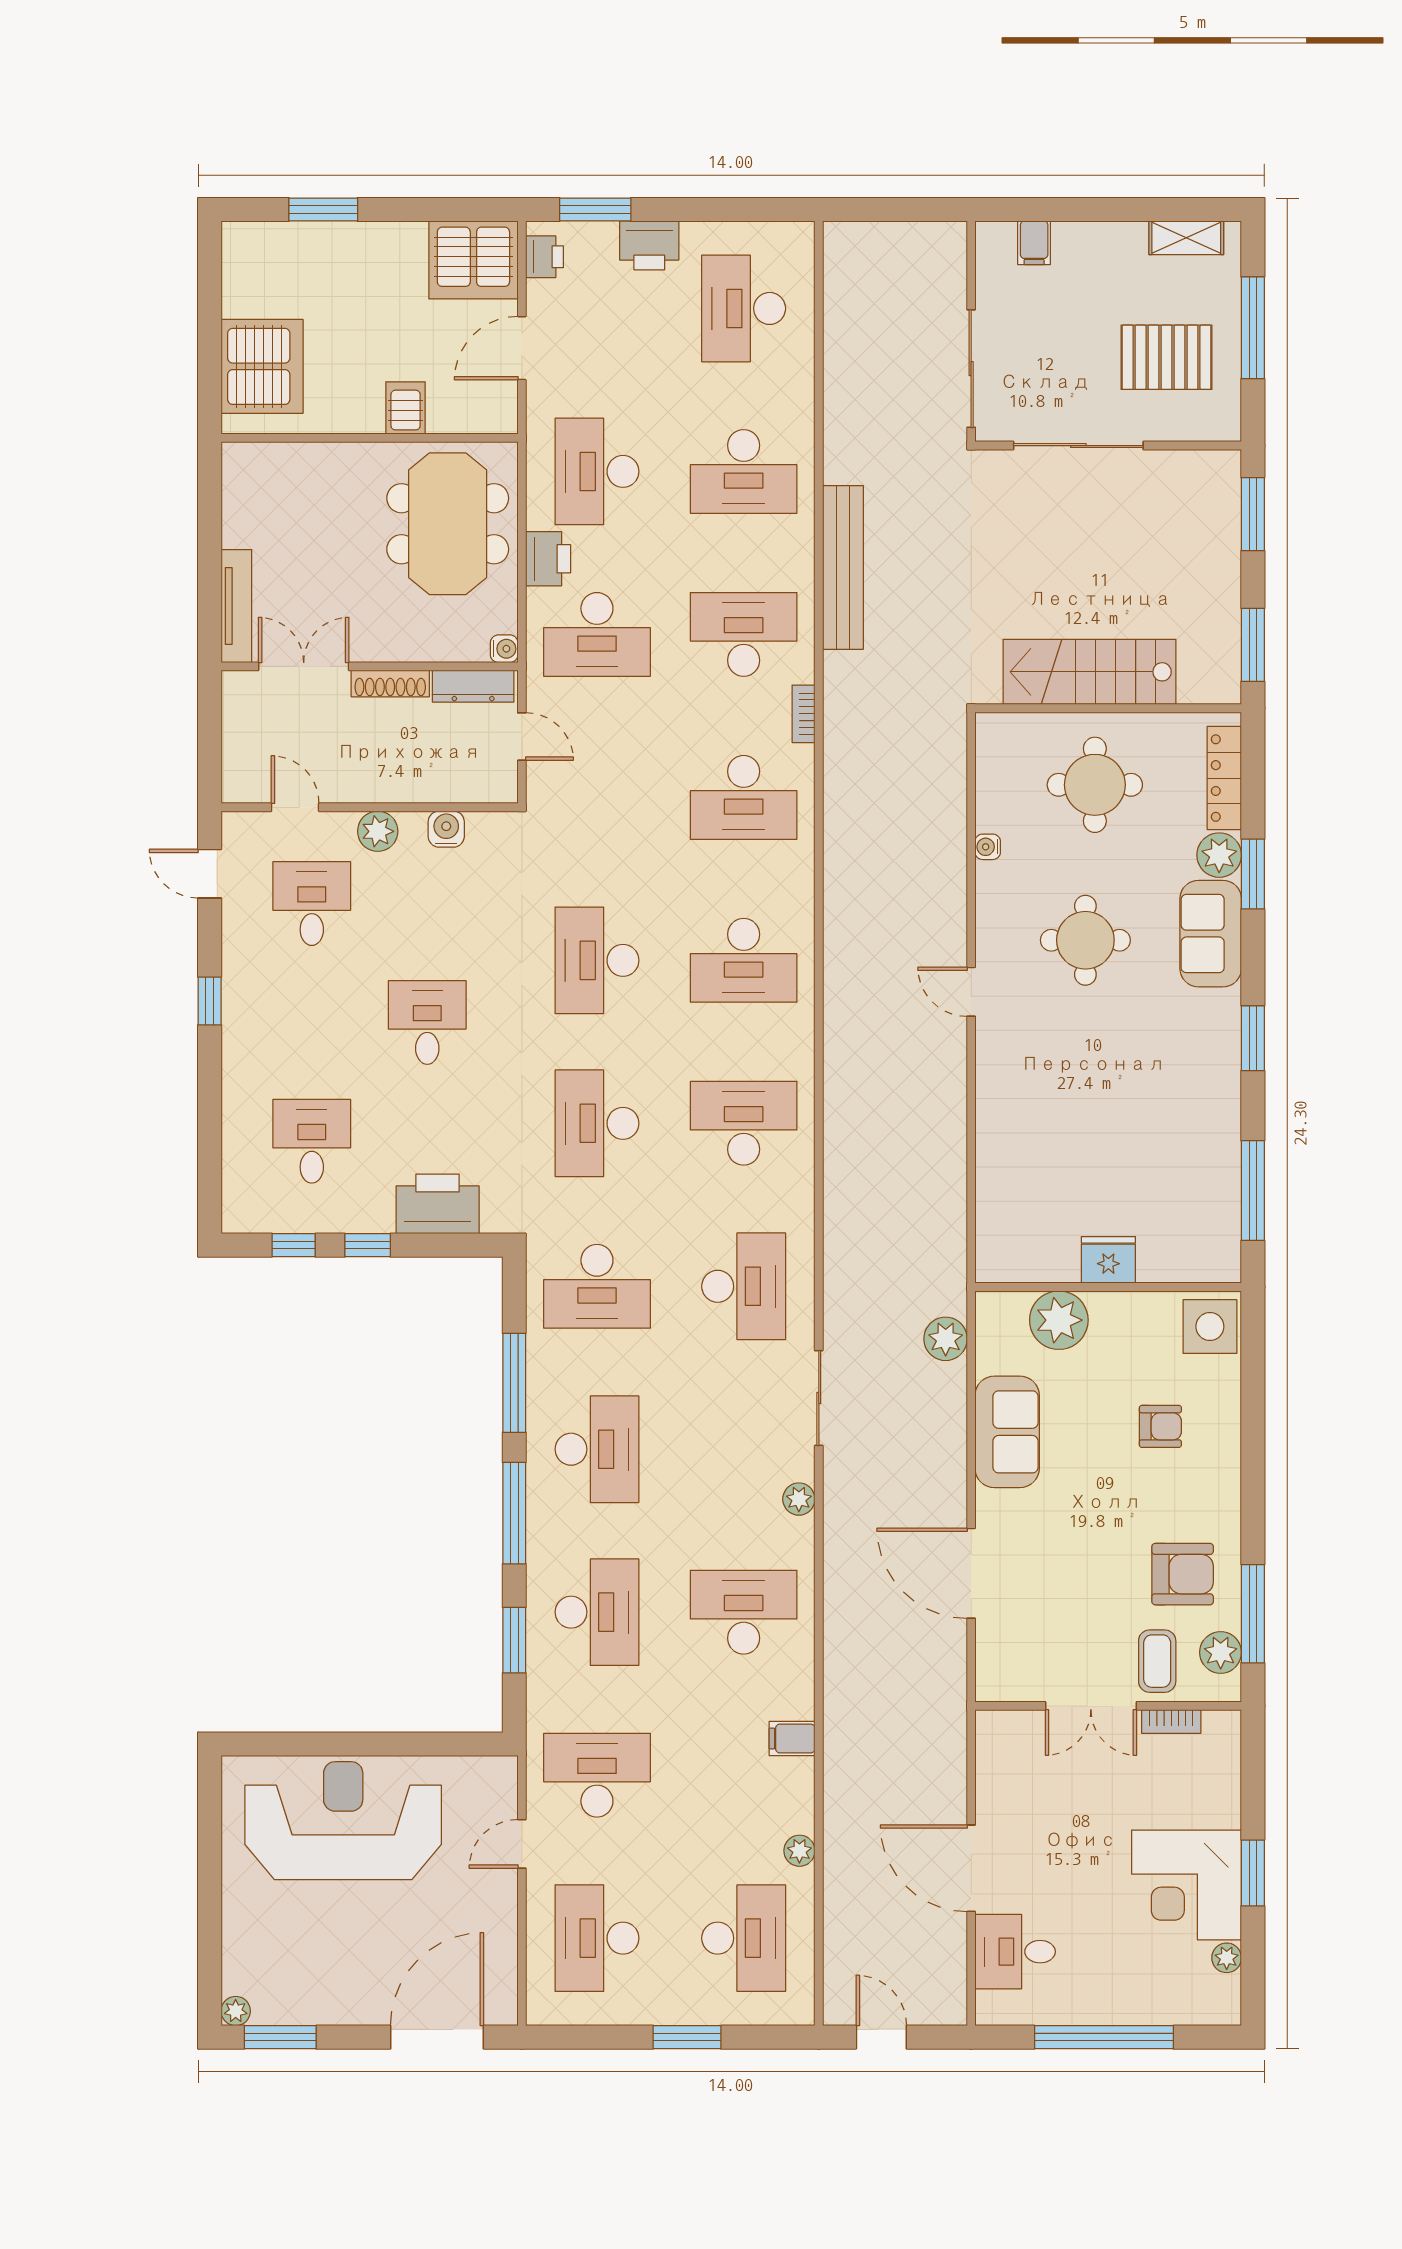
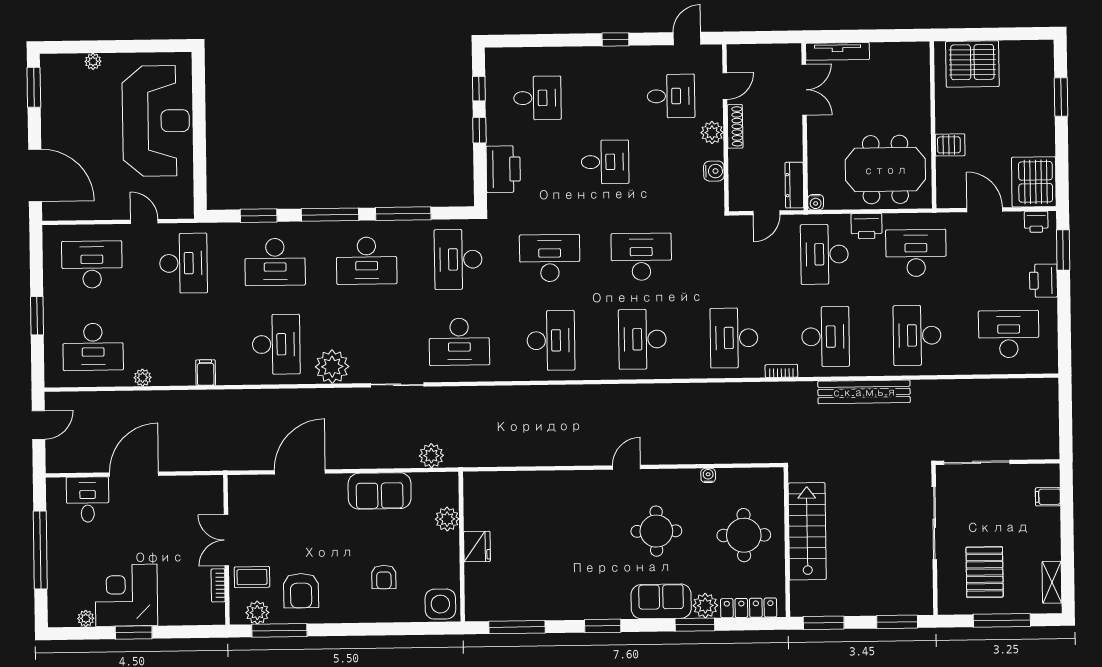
shoe rack: (390, 683) -> (735, 126), moved, turned 180
plant: (1059, 1320) -> (447, 519), width x0.73, depth x0.73
plant: (799, 1499) -> (332, 367), width x1.87, depth x1.87
plant: (236, 2011) -> (93, 61), moved

